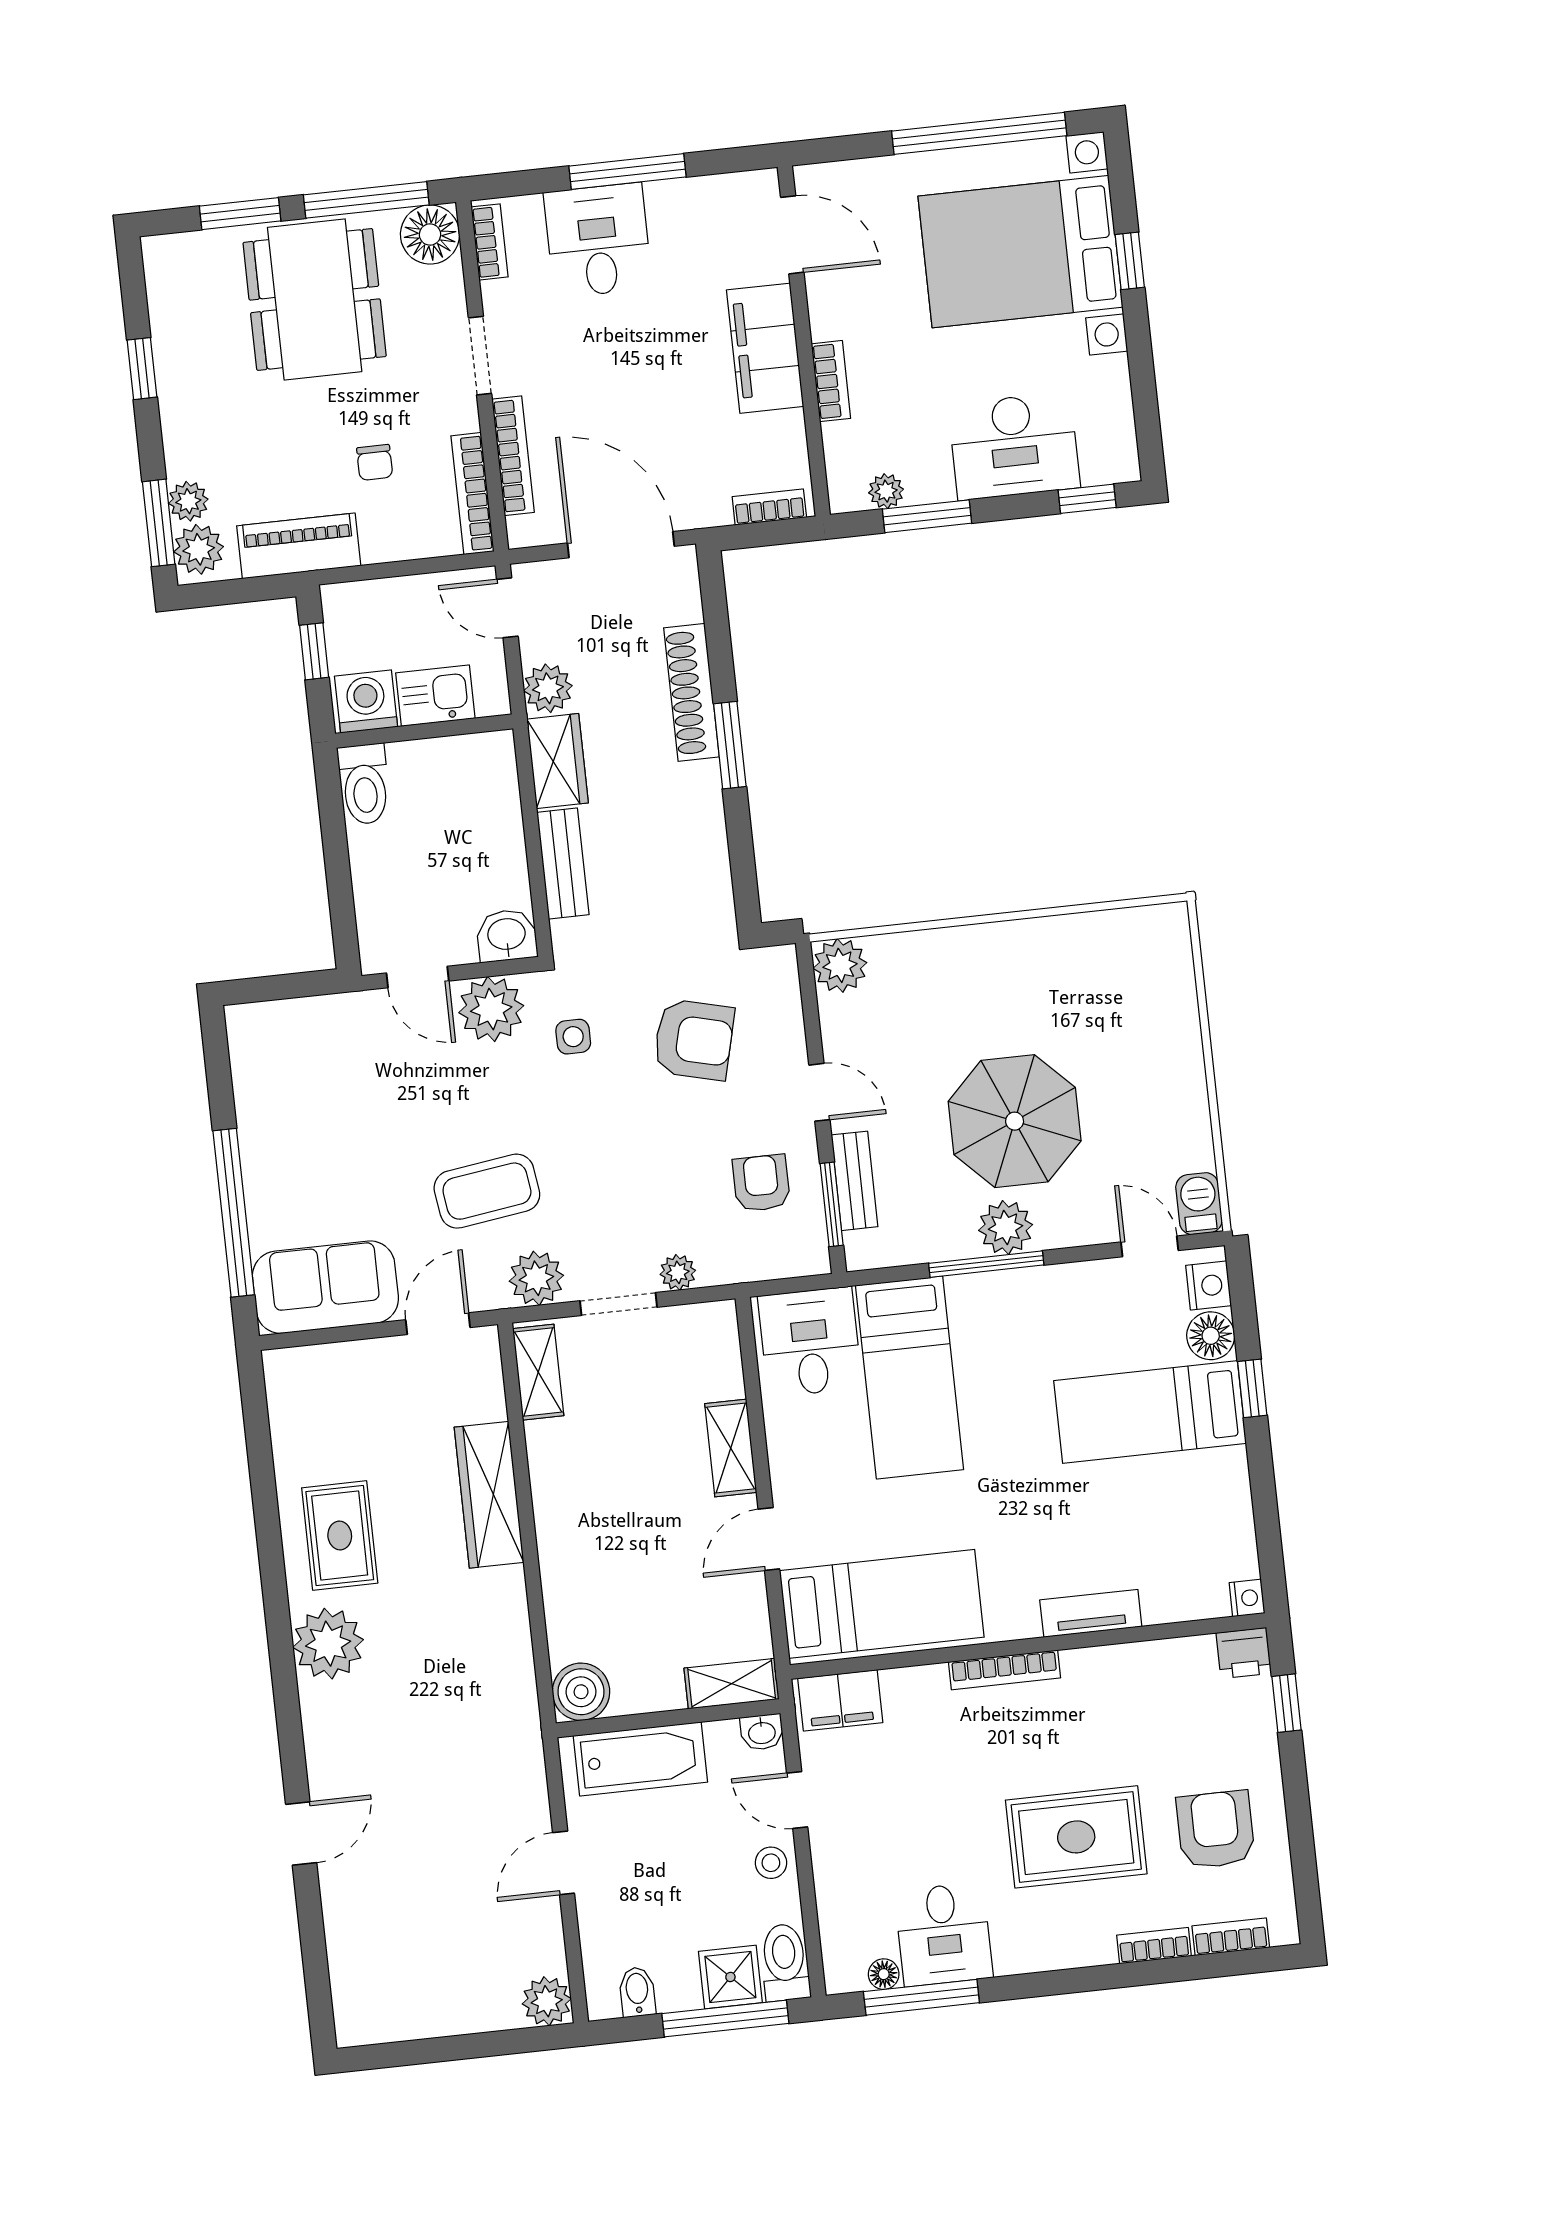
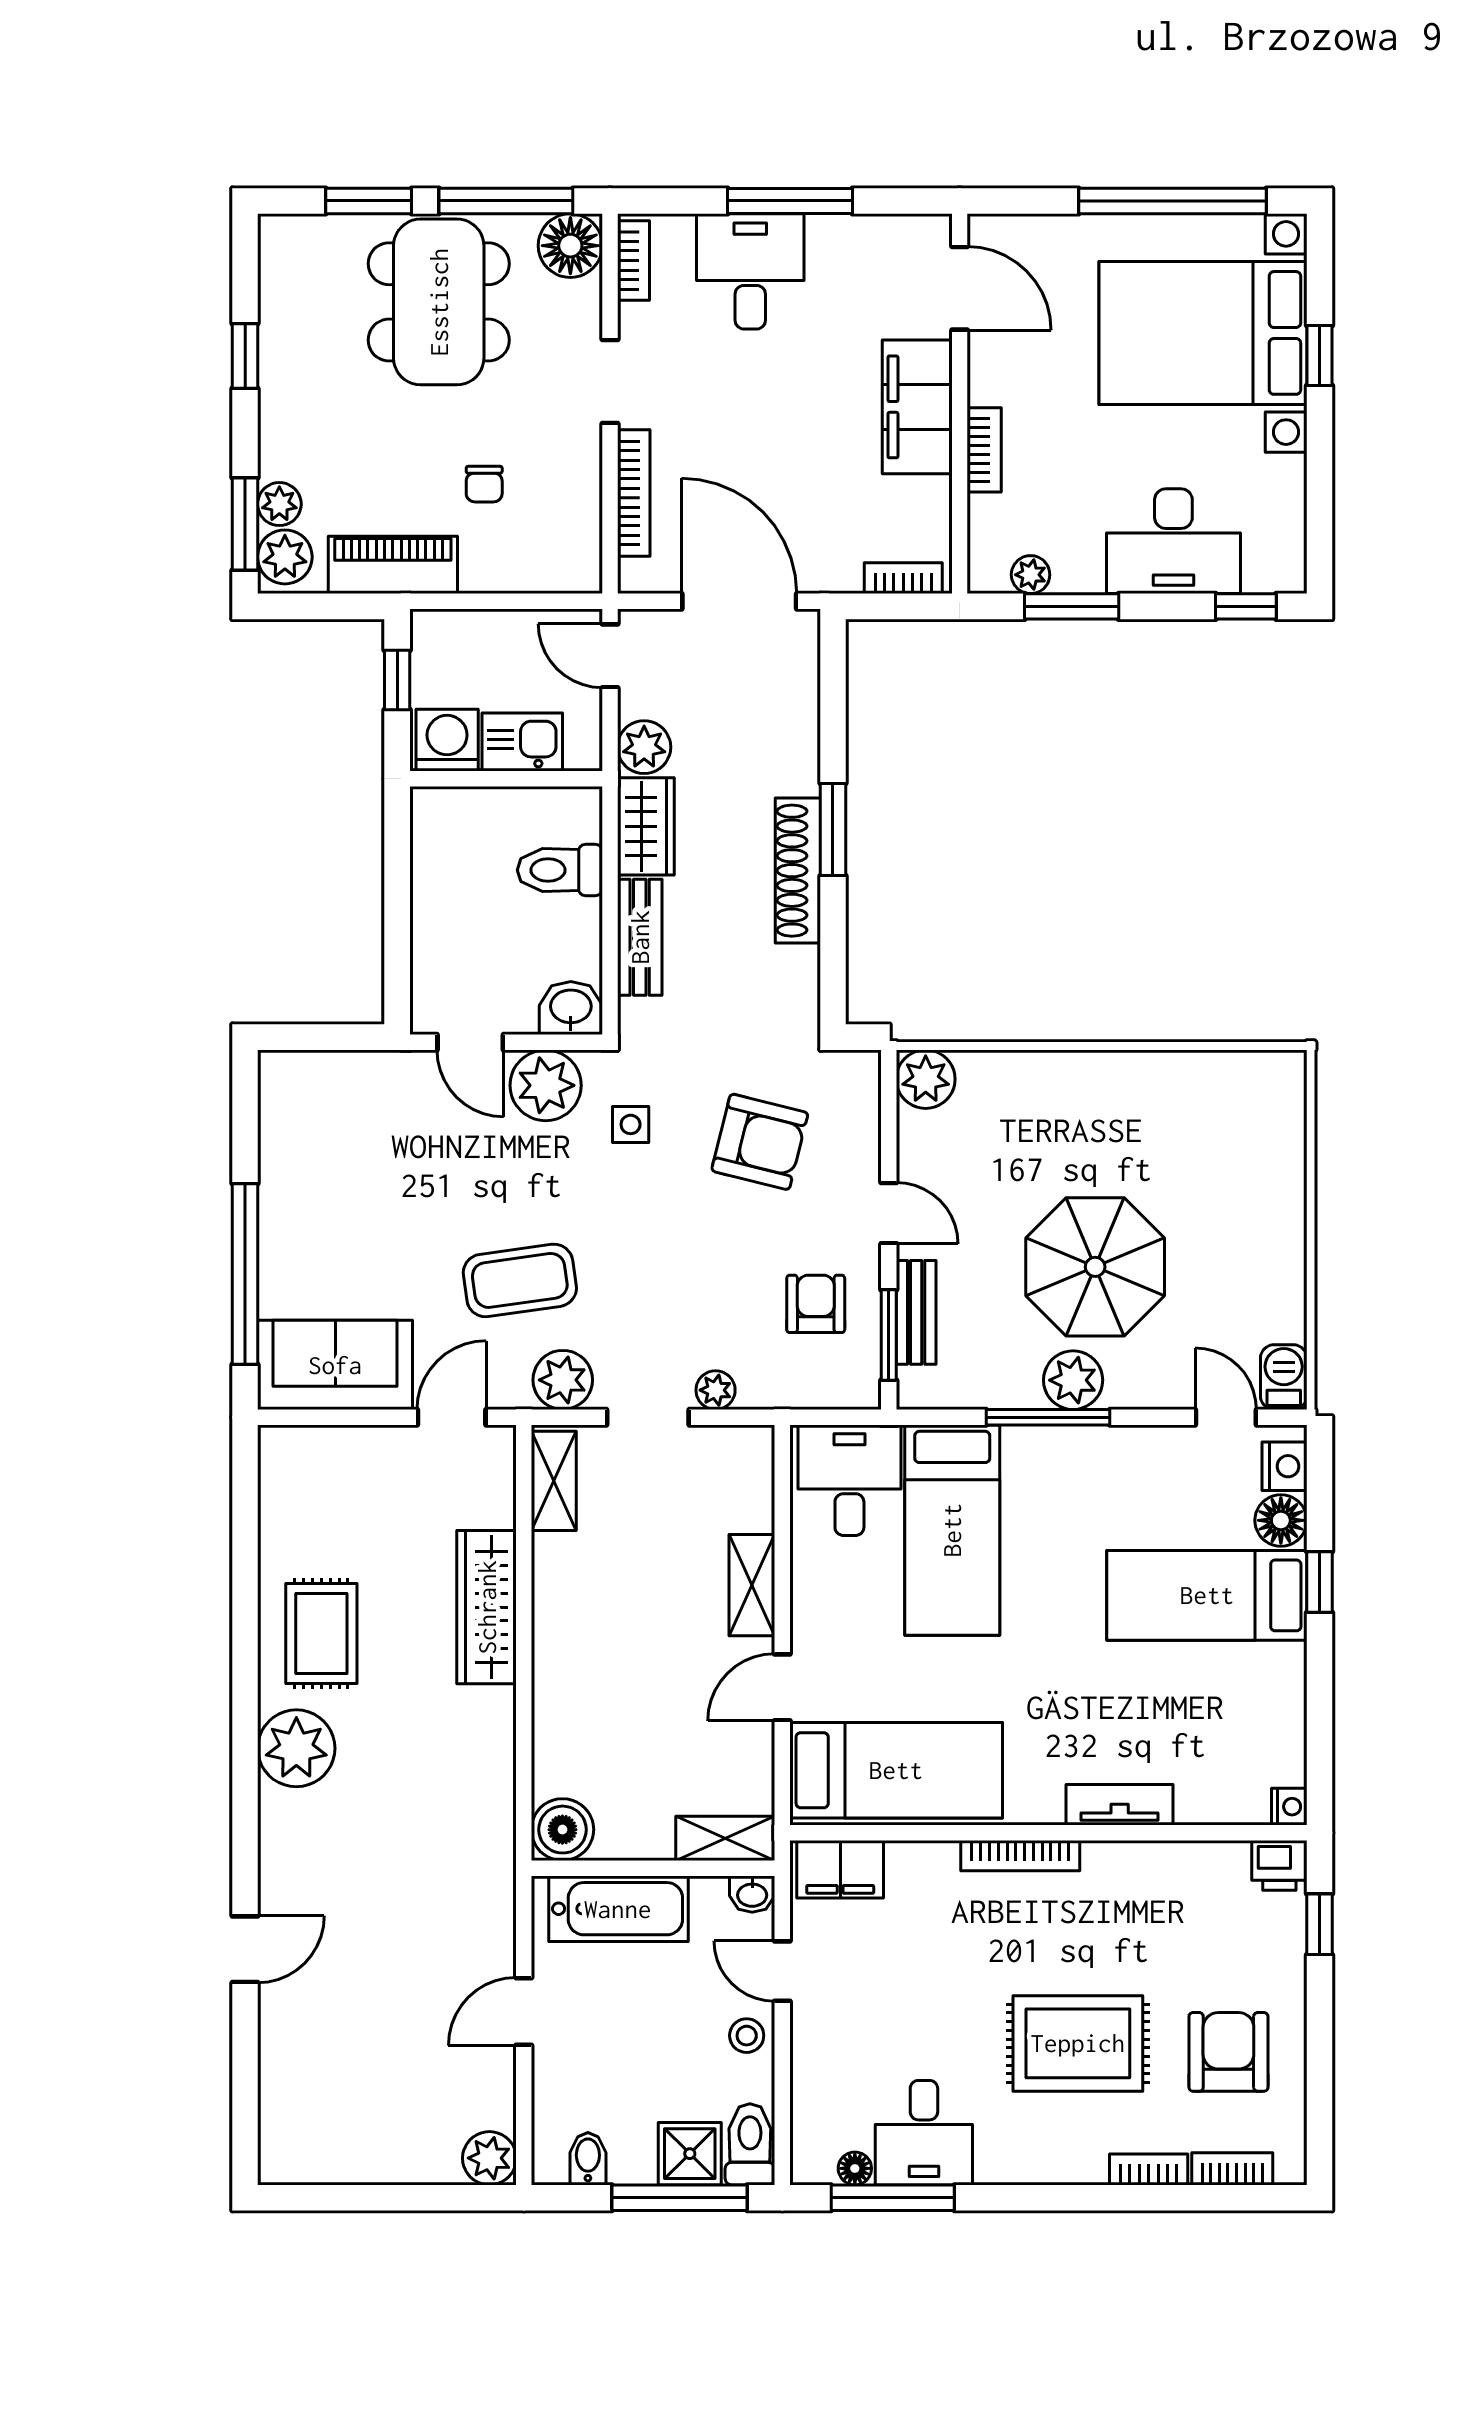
bookcase: (473, 494) -> (586, 529), removed
shoe rack: (691, 692) -> (798, 871), moved
toilet: (364, 784) -> (560, 870), moved, turned 90

